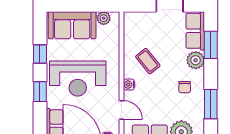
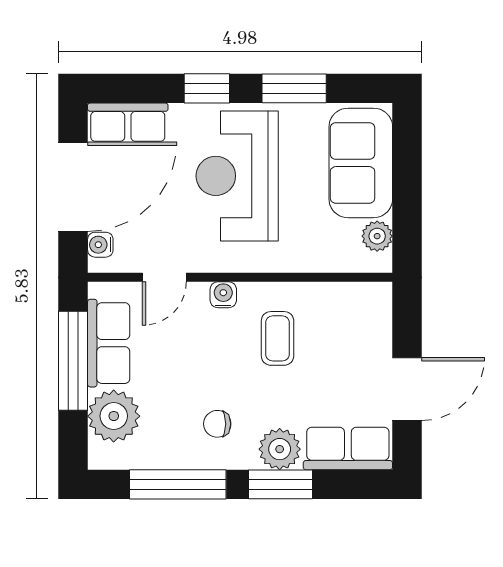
window: (211, 45) -> (280, 484), moved
window: (40, 54) -> (294, 88), width x1.50
coffee table: (148, 61) -> (278, 338), turned -51
window: (211, 104) -> (178, 484), width x1.44

